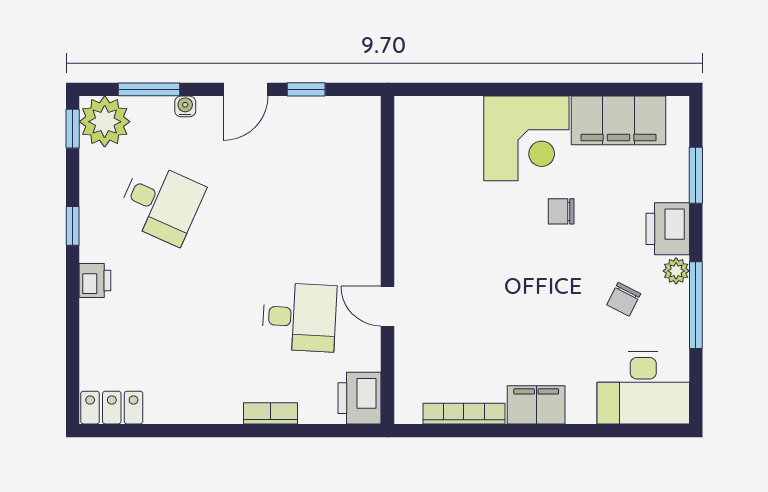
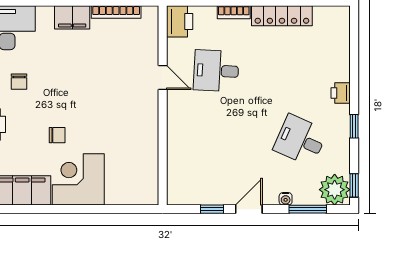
chair: (624, 299) -> (19, 82), turned 153
locker: (112, 408) -> (282, 16), moved, width x1.53

